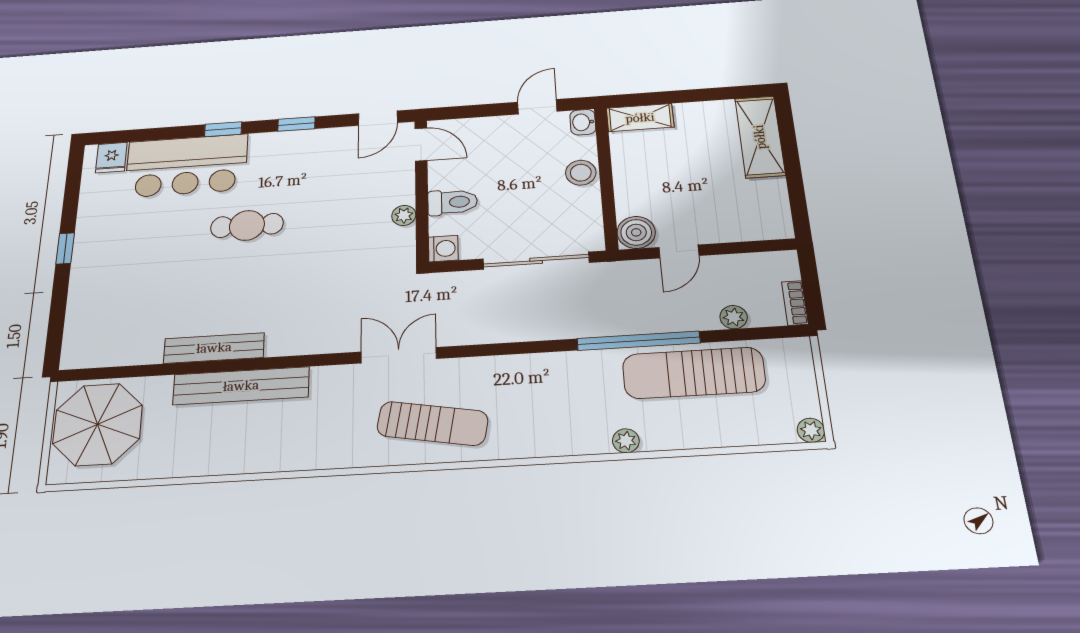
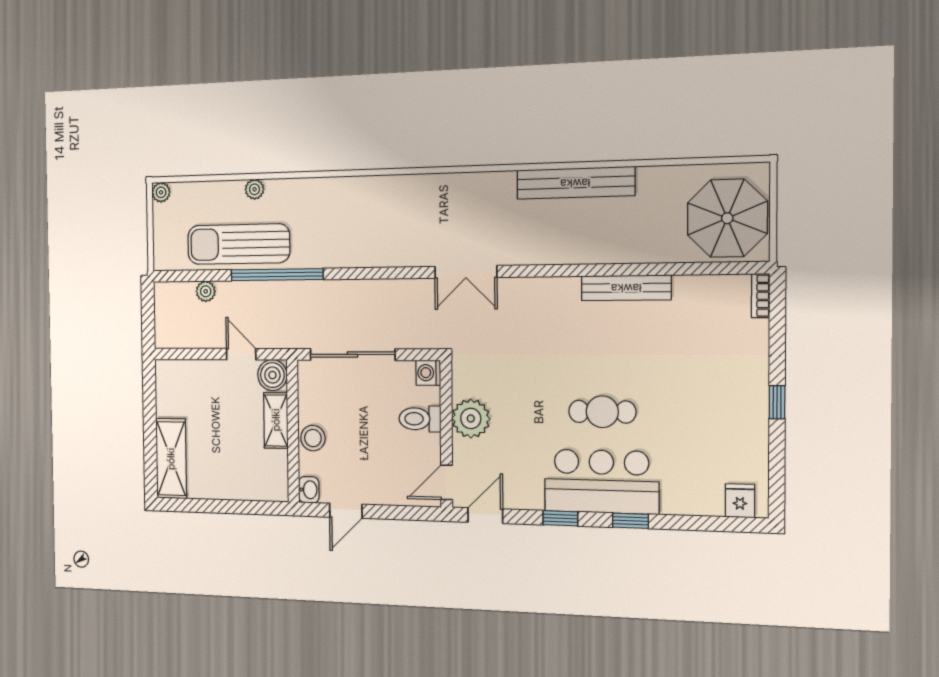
shelving: (640, 118) -> (276, 420), moved, turned 90
door: (421, 144) -> (447, 482), hinge flipped
bar counter: (186, 166) -> (601, 482), moved
plant: (404, 215) -> (471, 418), width x1.88, depth x1.88
door: (679, 251) -> (241, 354), hinge flipped
bookcase: (795, 303) -> (761, 296), moved, turned 180
sun lounger: (694, 373) -> (238, 244), turned 180
bench: (241, 386) -> (575, 183), moved
sun lounger: (432, 423) -> (439, 208), removed
plant: (626, 441) -> (255, 189), moved

